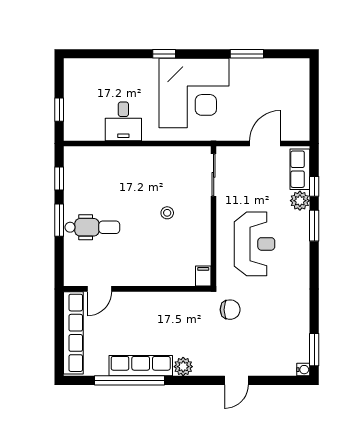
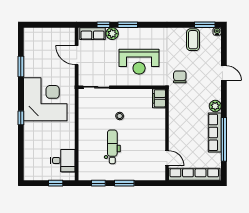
desk: (123, 121) -> (63, 161), moved
dental chair: (92, 227) -> (112, 147), moved
reception desk: (255, 244) -> (139, 62), turned 180
filing cabinet: (203, 276) -> (159, 98), width x2.00
coffee table: (290, 331) -> (193, 40), added

